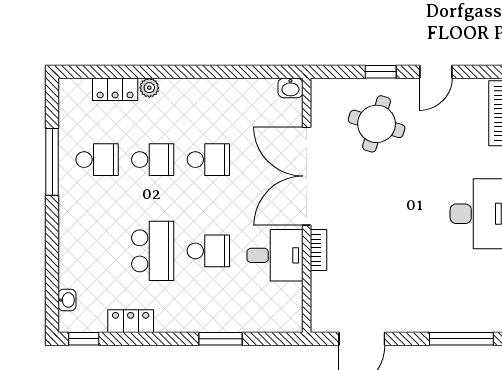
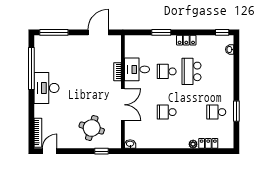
window: (381, 72) -> (102, 151), moved
door: (436, 72) -> (50, 151), moved
school desk: (153, 160) -> (191, 112), removed
window: (52, 162) -> (236, 111), width x0.69
double door: (307, 176) -> (123, 105), width x0.73
locker: (131, 321) -> (186, 40), moved

